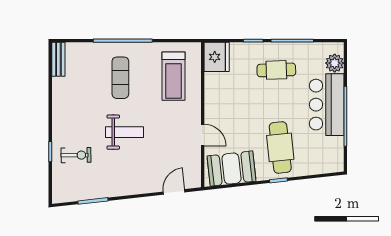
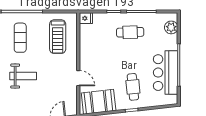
fridge: (217, 57) -> (86, 18), width x0.53, depth x0.75
bar counter: (327, 105) -> (166, 73), moved
cafe table: (280, 147) -> (133, 87), width x0.73, depth x0.74

